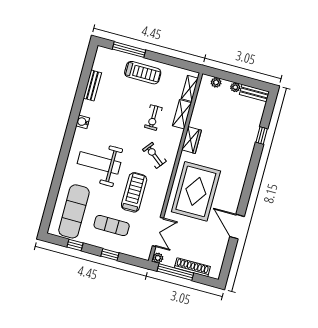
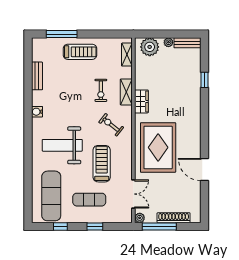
plant: (216, 82) -> (150, 47), width x1.87, depth x1.87
shelving: (182, 114) -> (126, 92), moved

